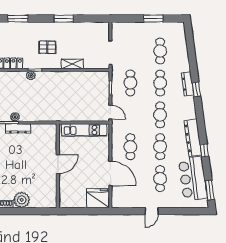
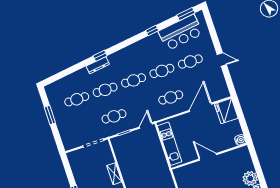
dresser: (193, 138) -> (144, 44), removed
water cooler: (64, 203) -> (240, 140), added

